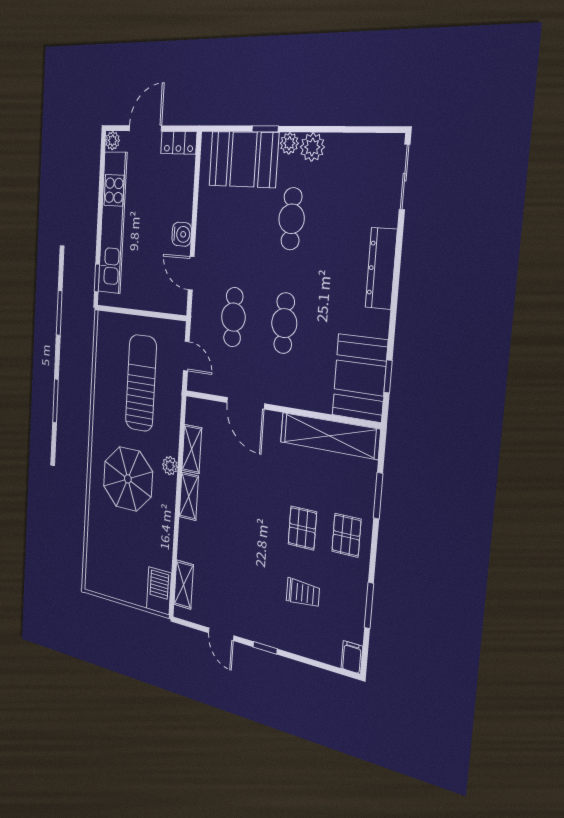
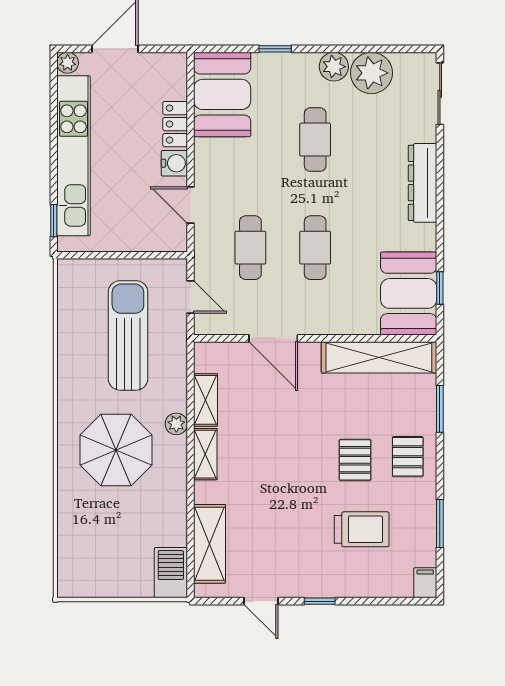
locker: (179, 143) -> (175, 124), moved, turned 90
plant: (289, 143) -> (371, 73), moved, width x1.87, depth x1.87
booth: (243, 159) -> (222, 94), moved, turned 90
shelving: (184, 585) -> (209, 544), width x1.50, depth x1.33
trolley: (303, 593) -> (362, 529), width x1.36, depth x1.39

